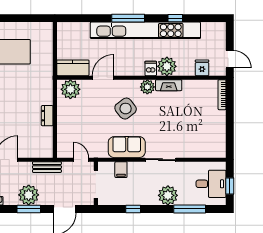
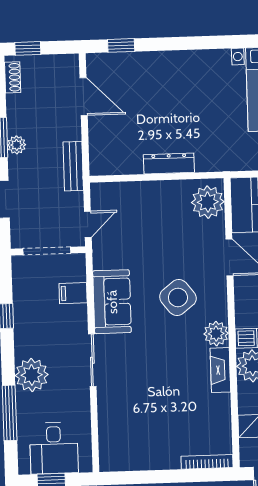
dresser: (47, 116) -> (169, 164), width x1.44
plant: (29, 195) -> (17, 145), width x0.53, depth x0.53

